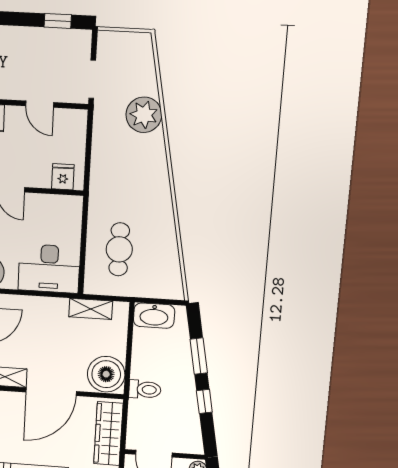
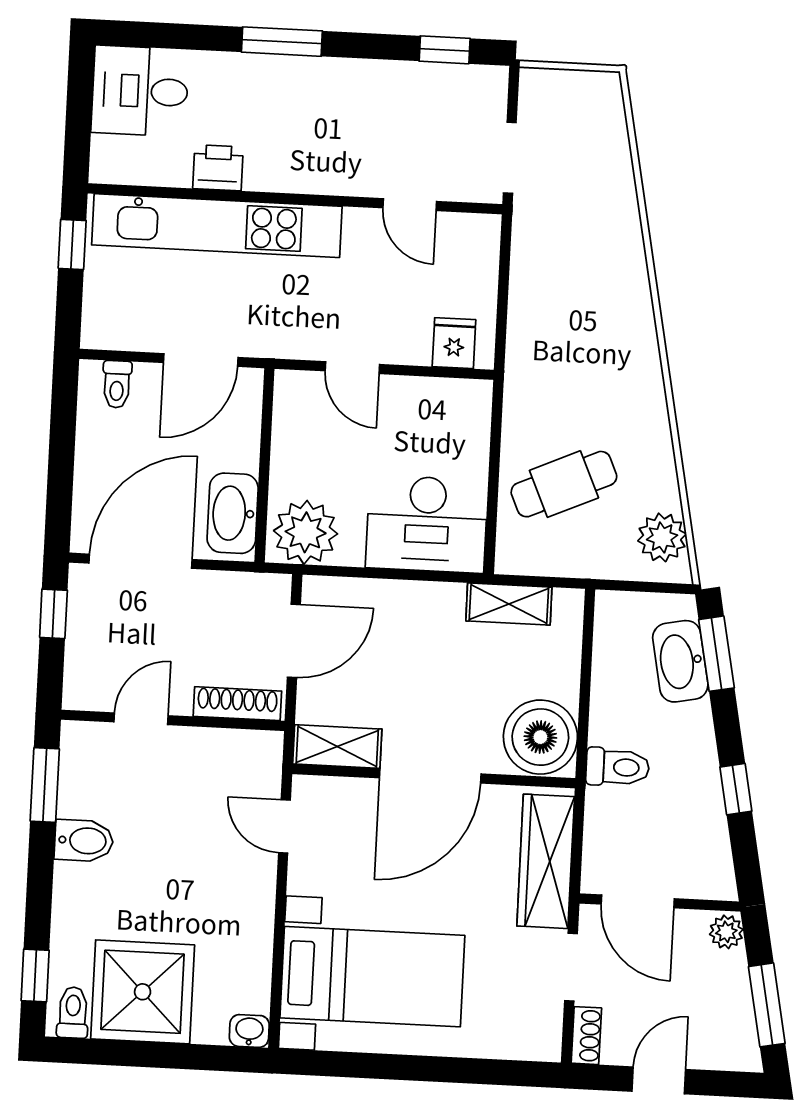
plant: (144, 115) -> (662, 537), moved, width x0.73, depth x0.73
cafe table: (119, 249) -> (564, 484), turned 66
washbasin: (154, 316) -> (680, 661), moved, turned 79
window: (199, 356) -> (716, 654), moved

